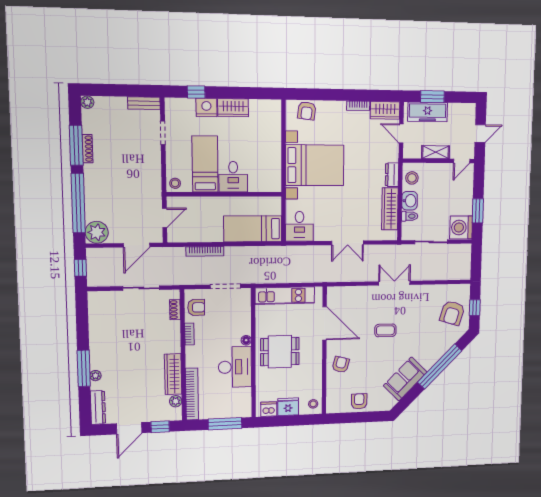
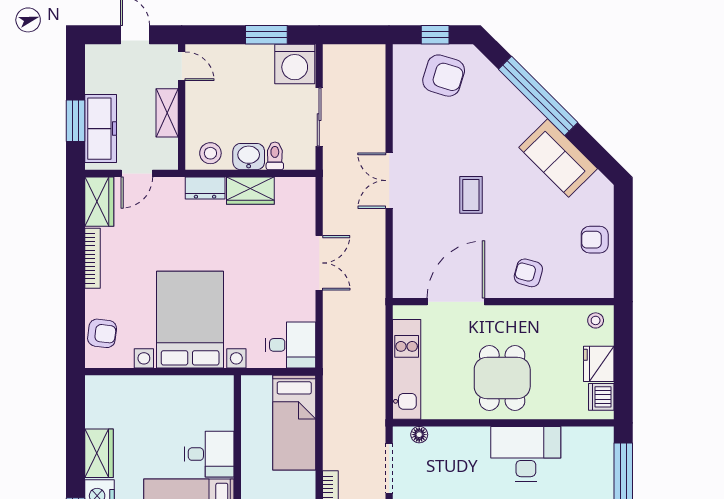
bookcase: (358, 106) -> (93, 258), width x1.56
wardrobe: (390, 209) -> (250, 191), width x0.67
floor lamp: (246, 340) -> (419, 435), moved

